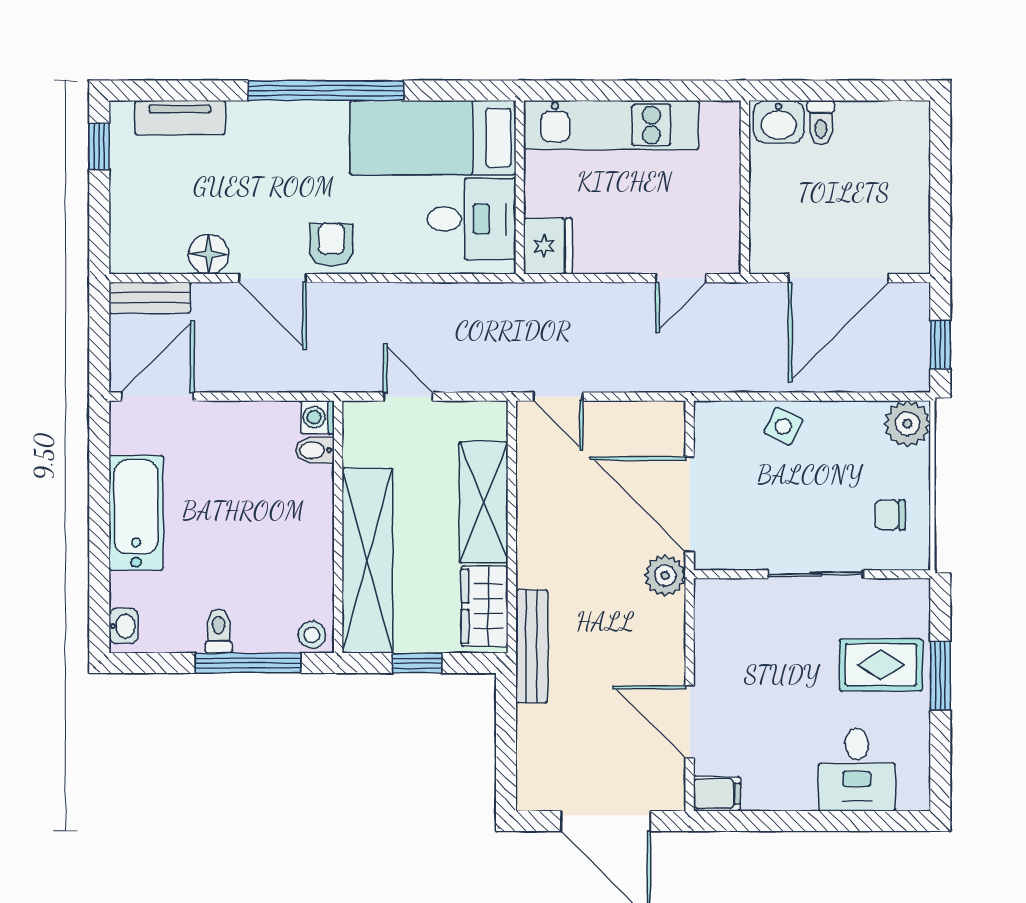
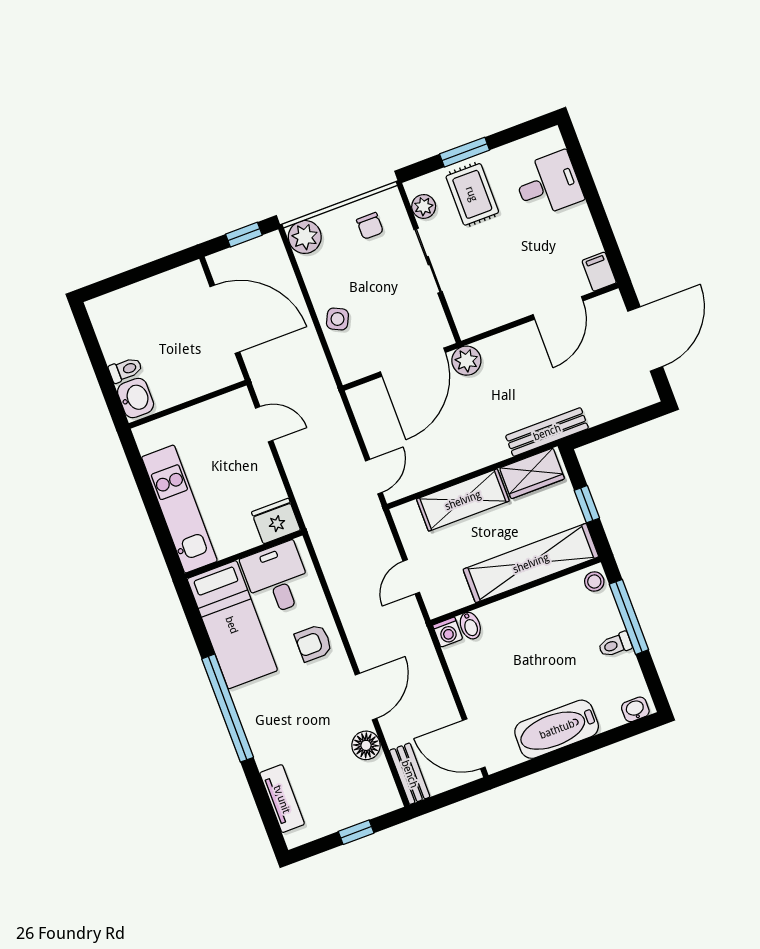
window: (99, 146) -> (356, 832), moved
armchair: (331, 245) -> (313, 643), moved
plant: (889, 595) -> (424, 206), added

